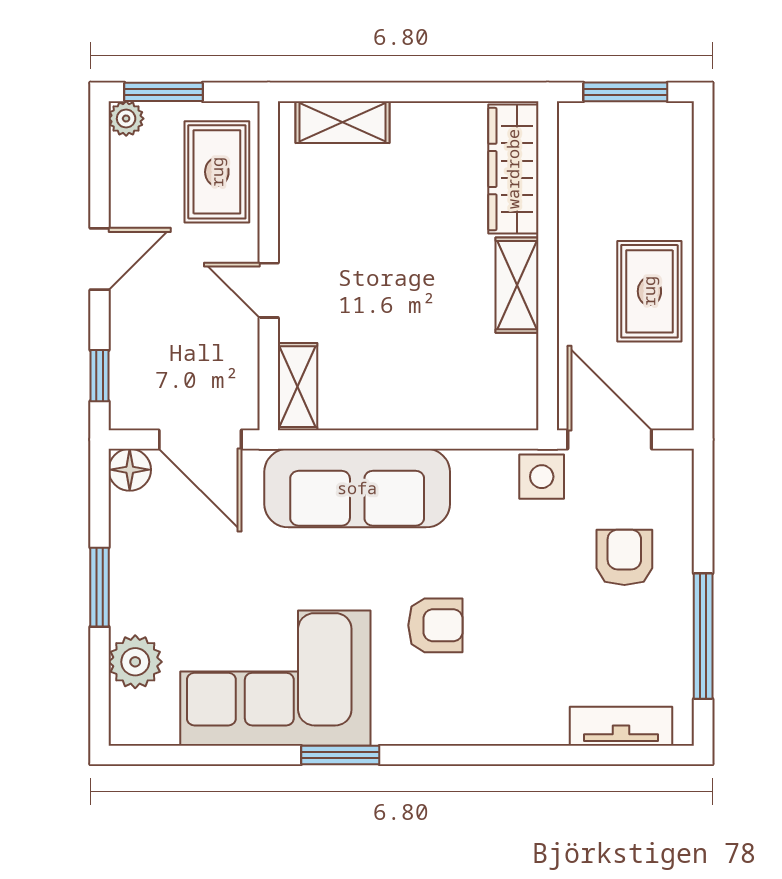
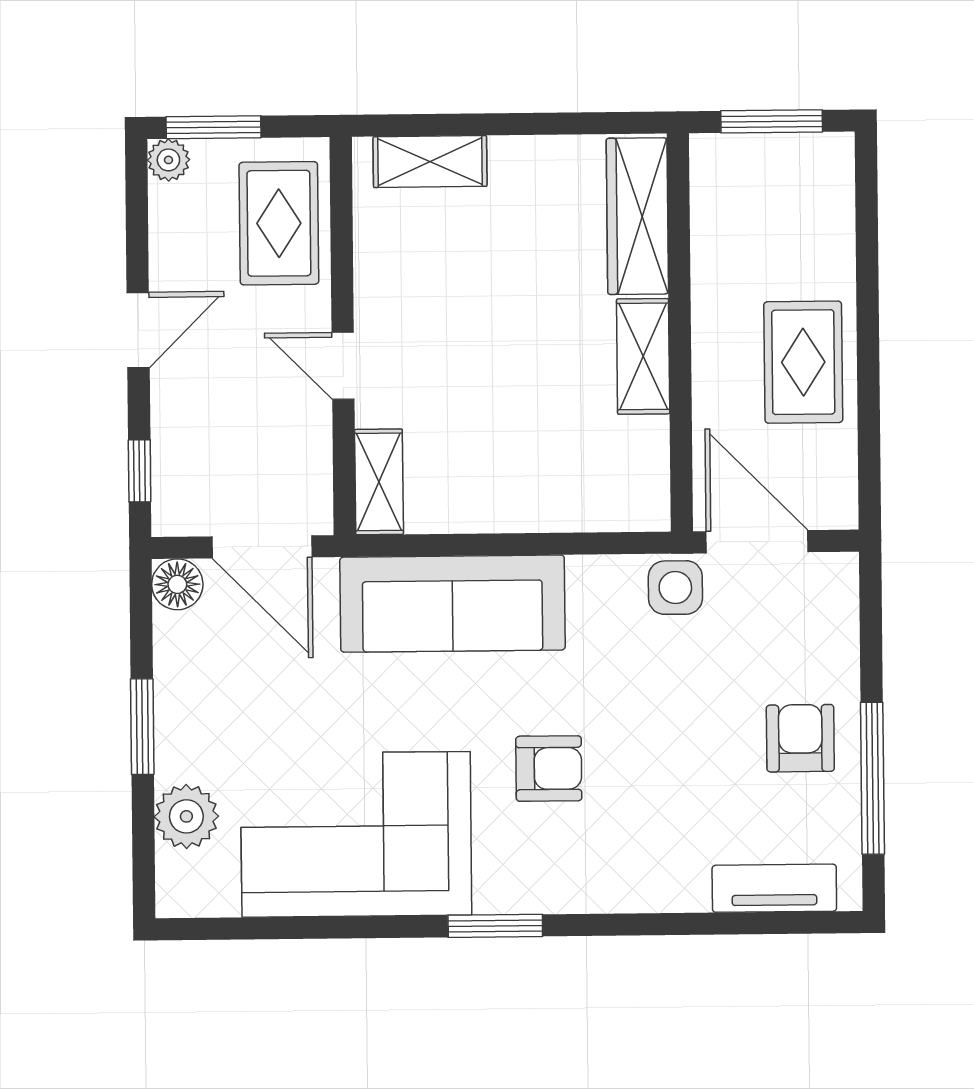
armchair: (624, 557) -> (800, 738), moved
window: (340, 755) -> (495, 926), moved

